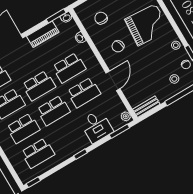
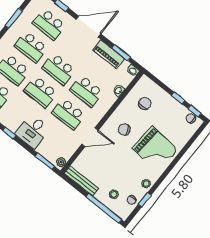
window: (56, 16) -> (121, 53), moved
bench: (146, 107) -> (81, 181), width x1.36
desk: (97, 126) -> (33, 131), moved

